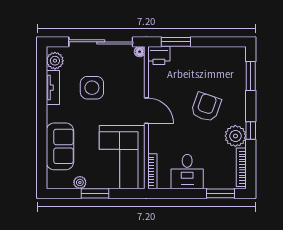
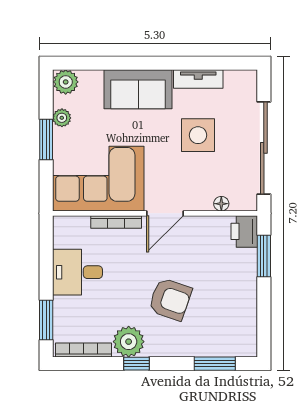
floor lamp: (140, 52) -> (221, 204), moved
plant: (55, 61) -> (66, 82), moved
sofa: (60, 146) -> (138, 89), moved
bookcase: (152, 171) -> (116, 222), moved

